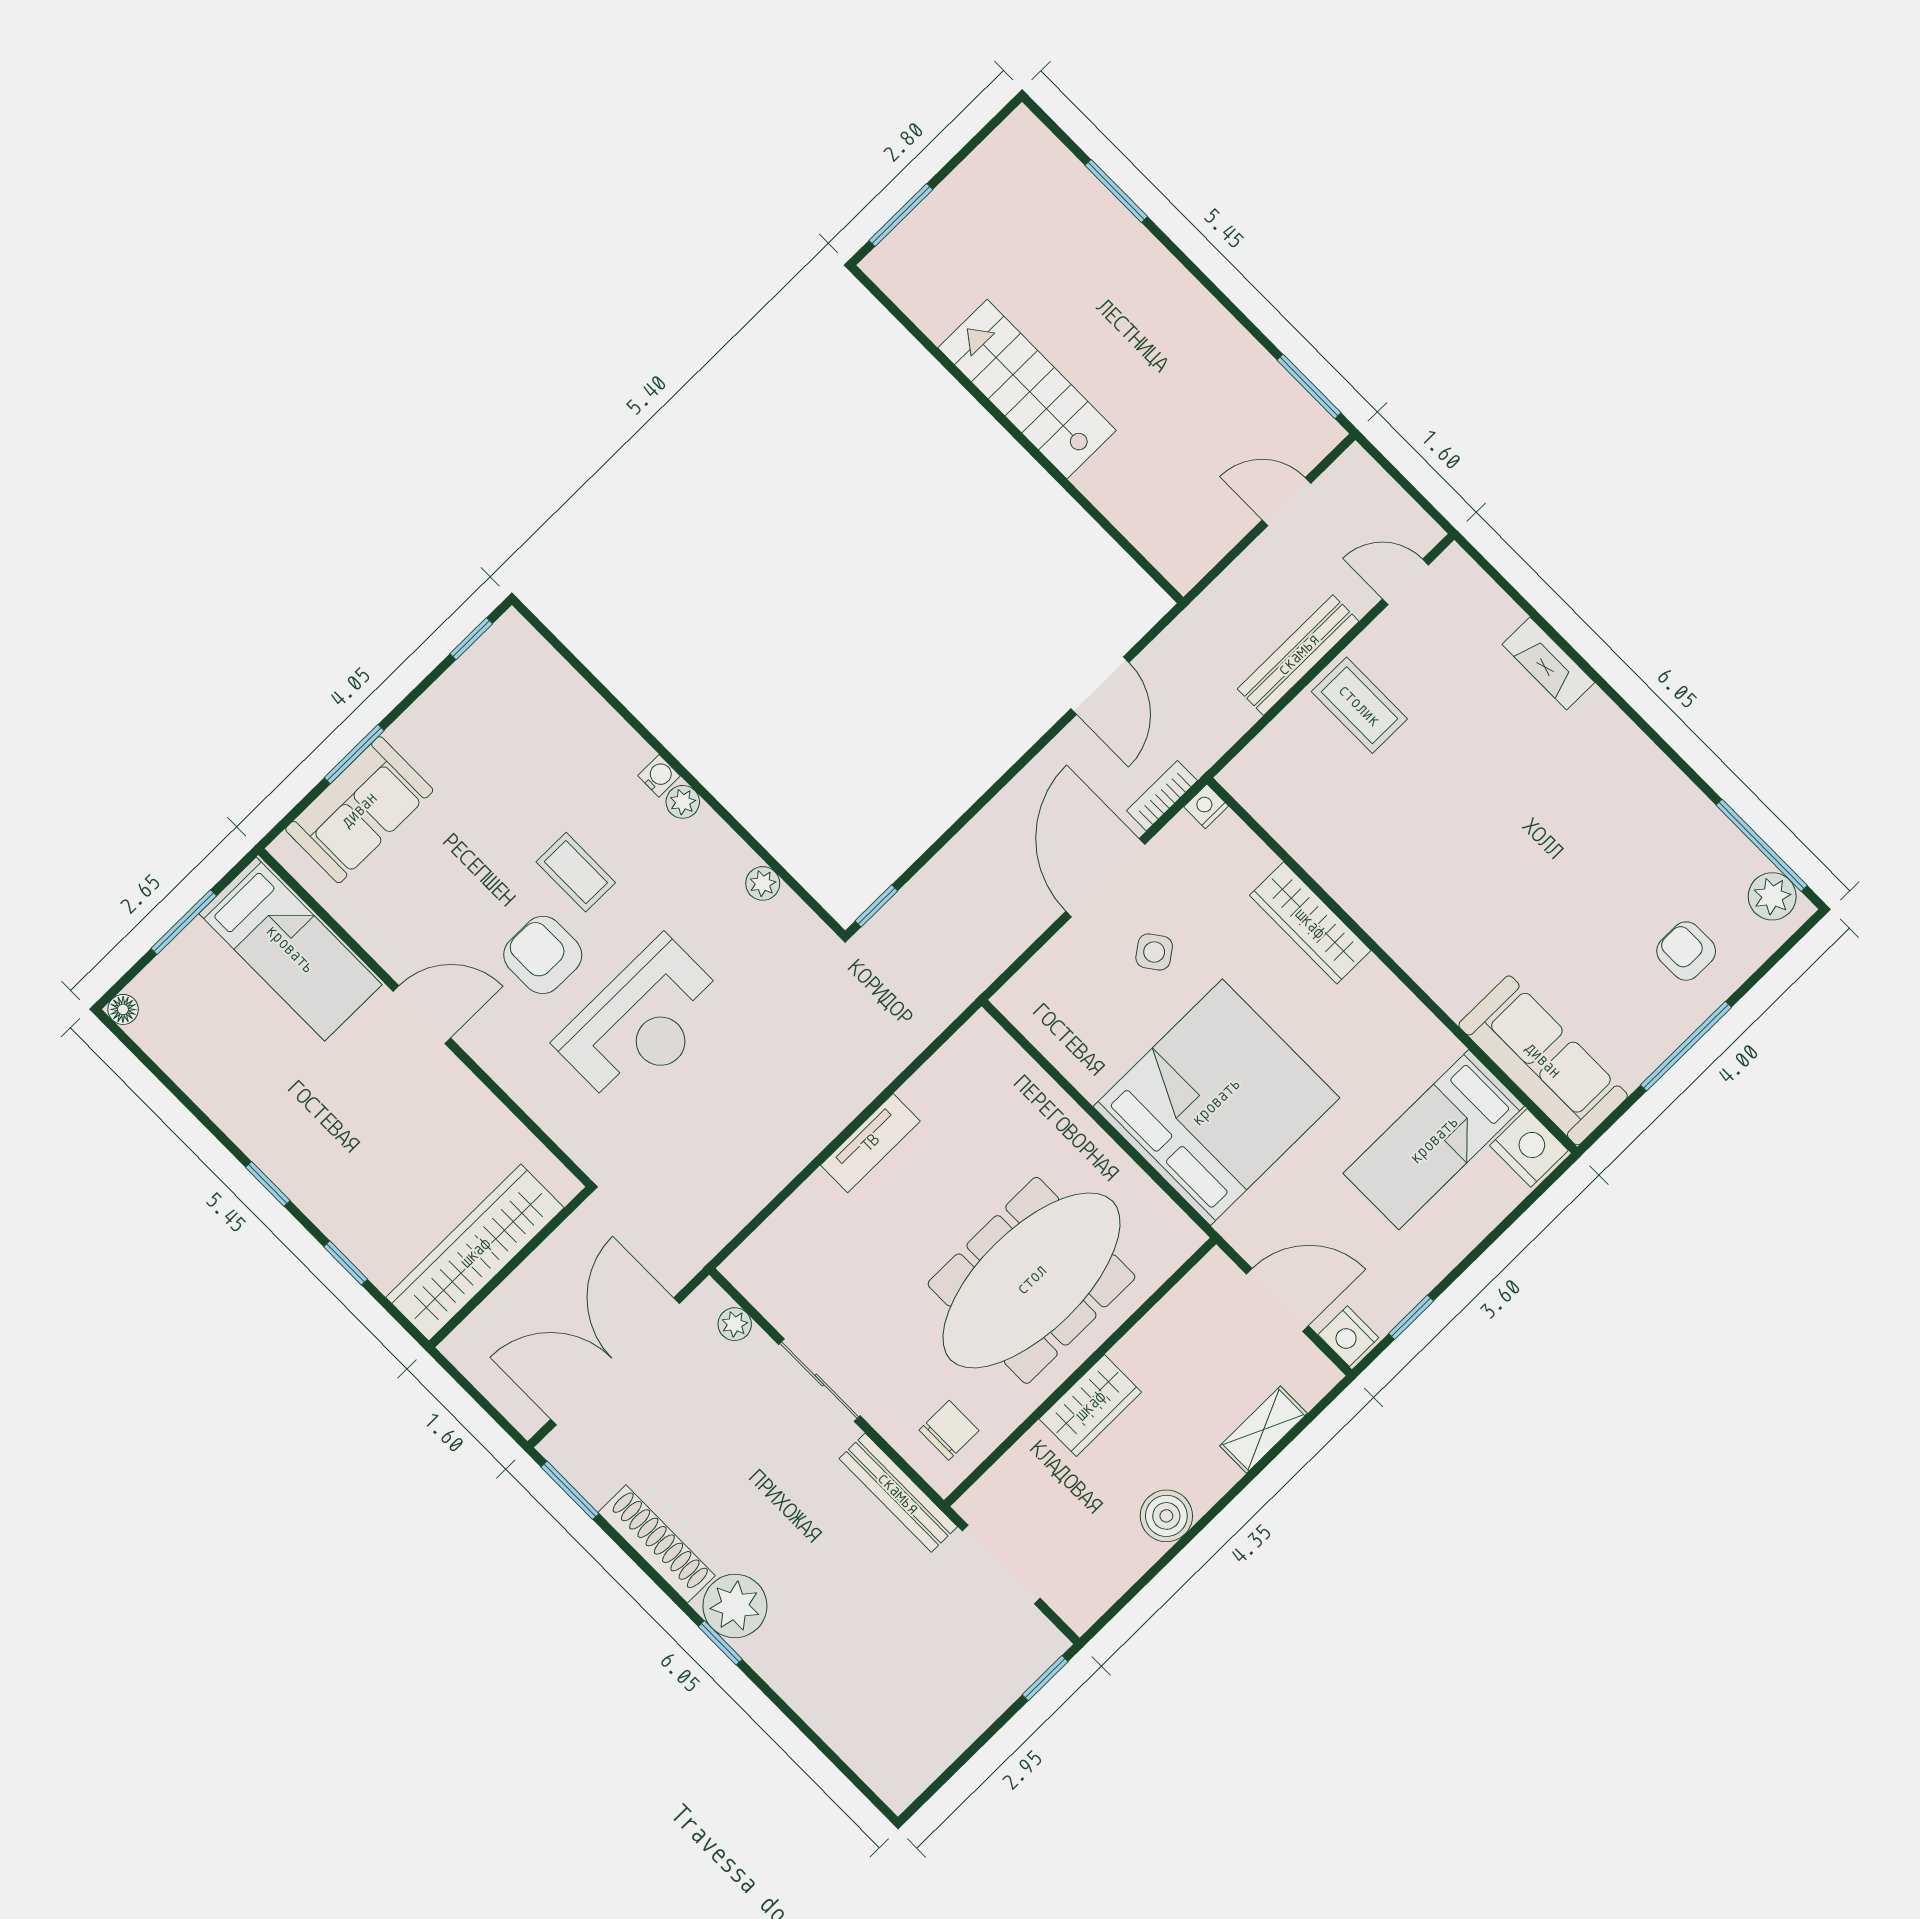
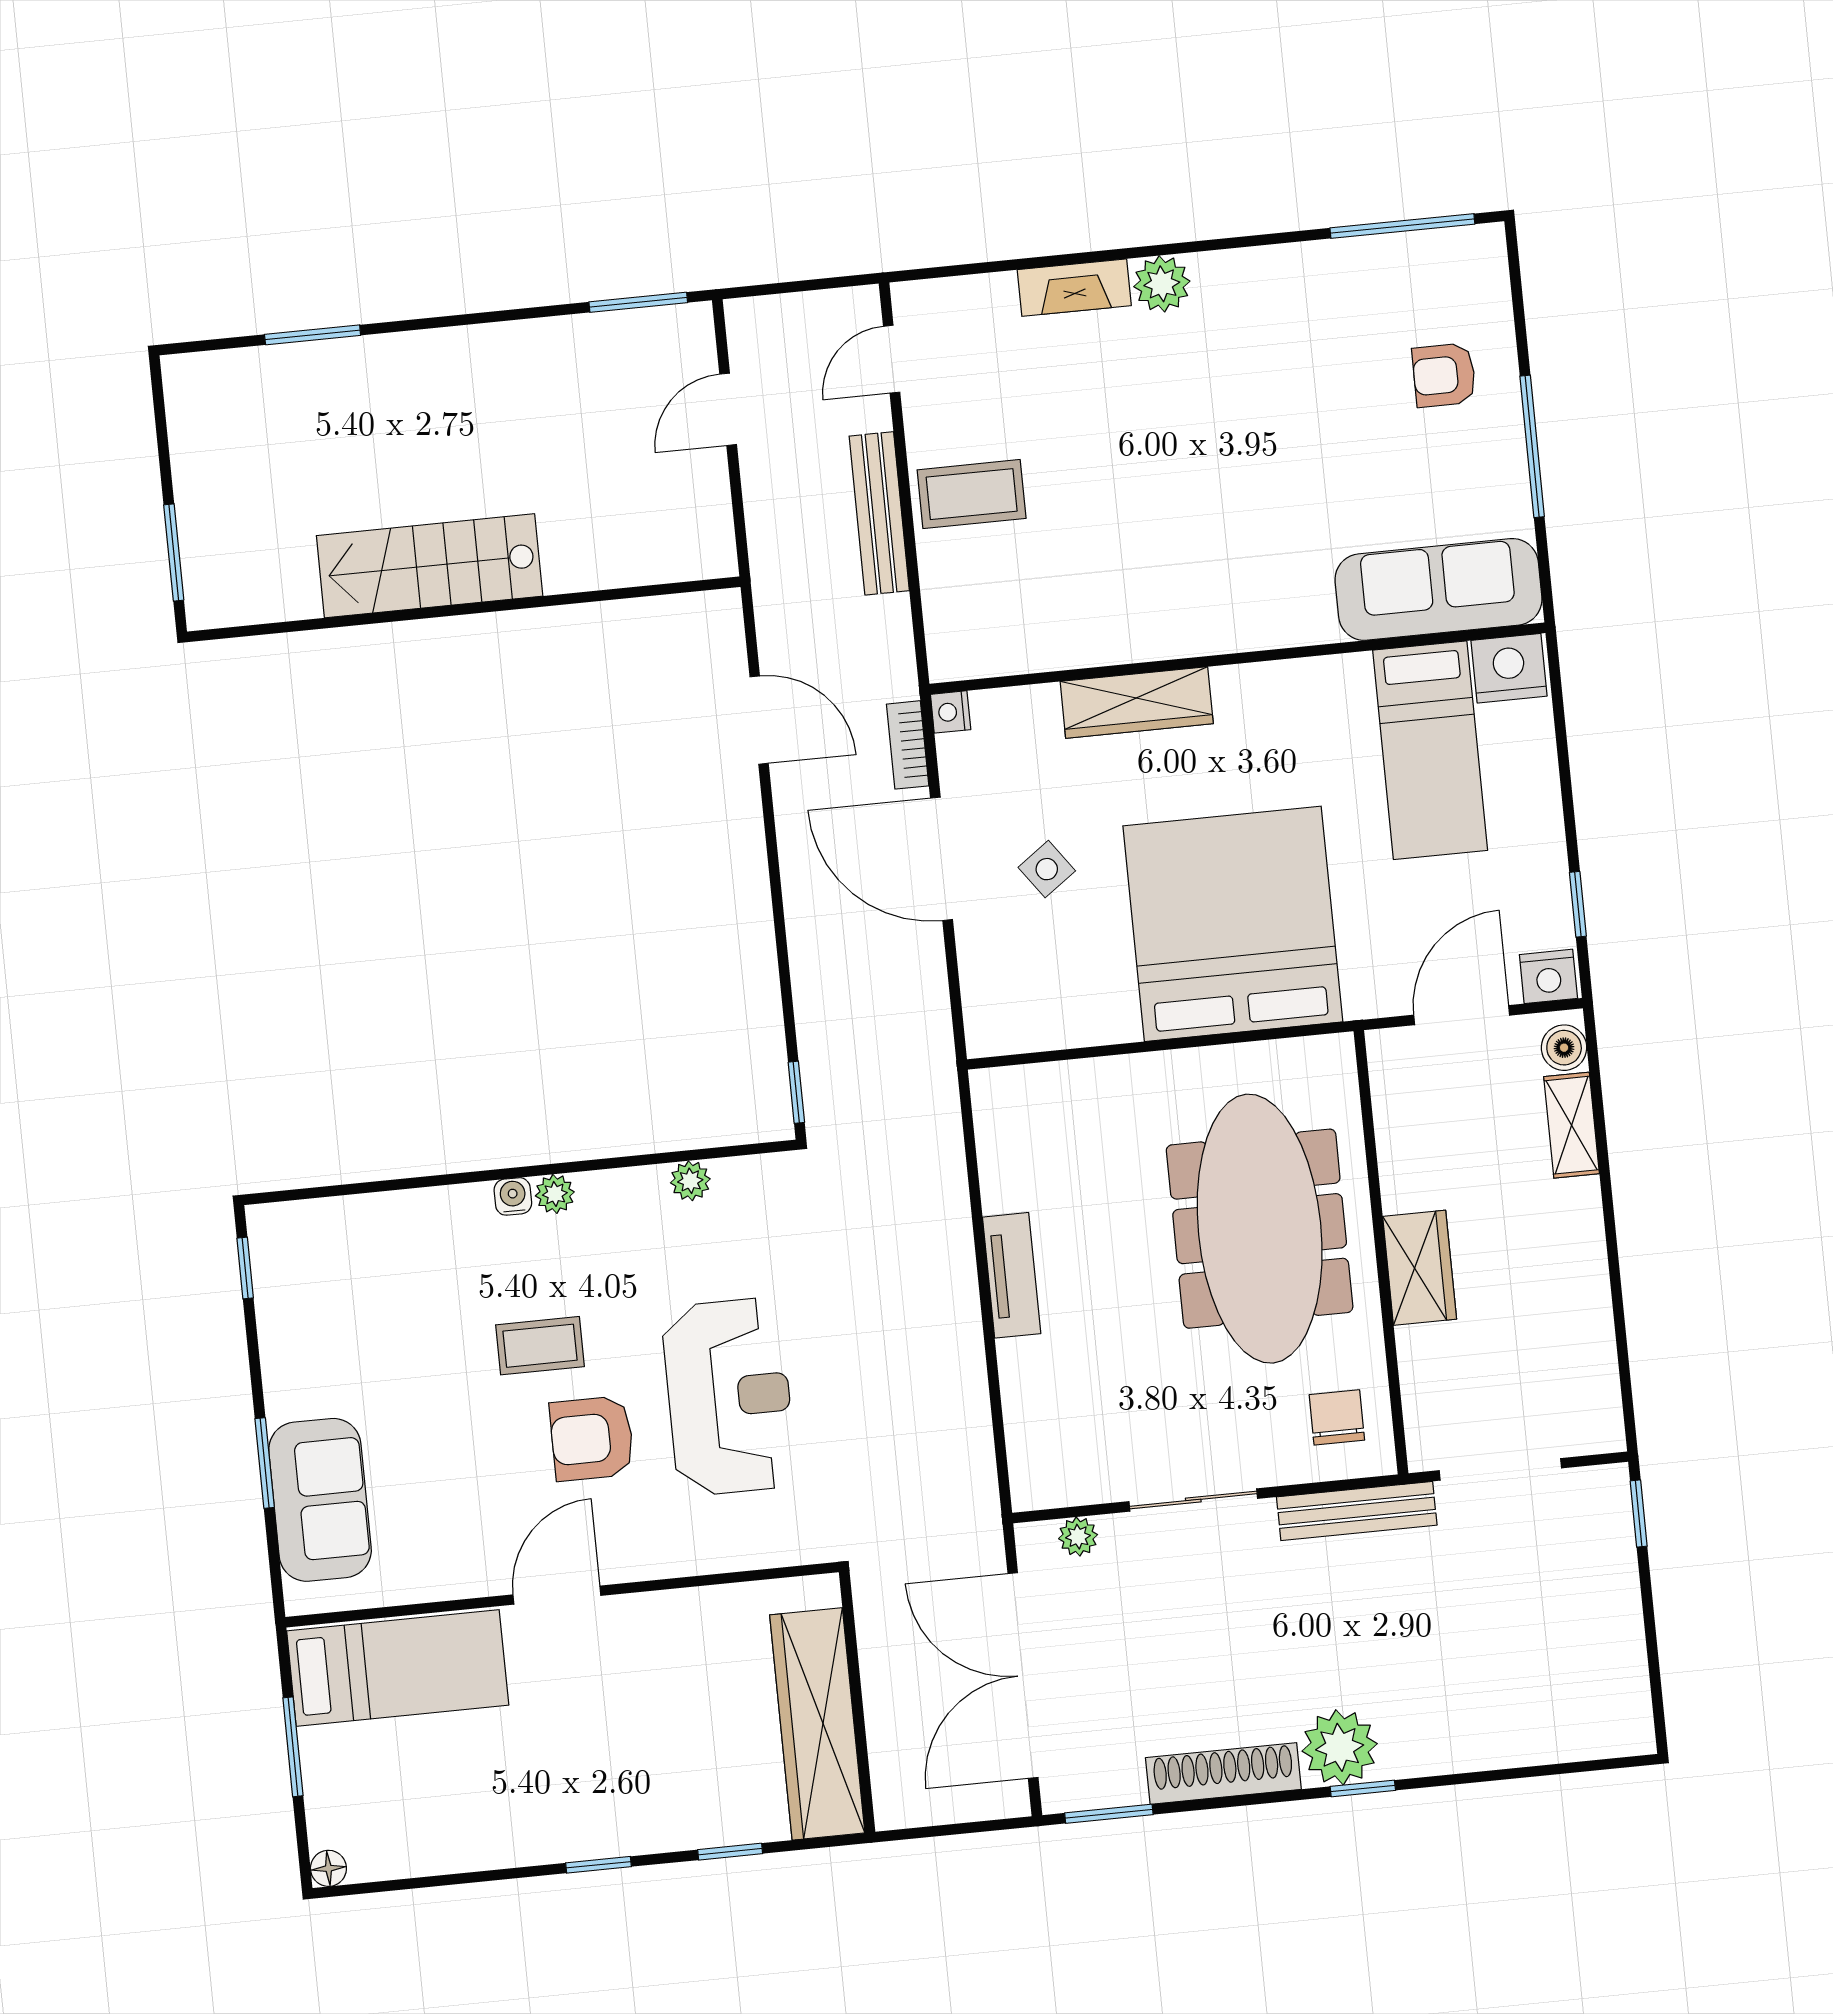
plant: (1772, 896) -> (1162, 284), moved
boiler: (1166, 1516) -> (1564, 1048), moved, width x0.73, depth x0.73

